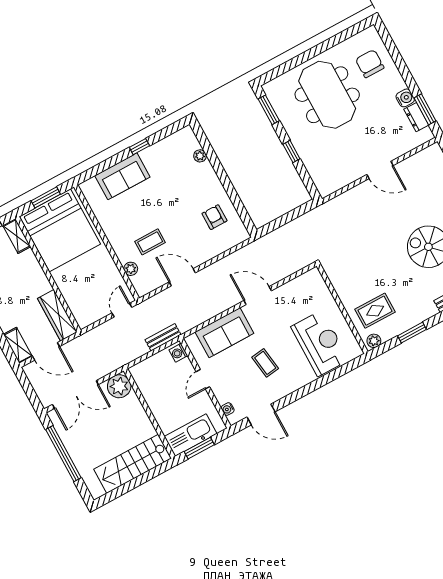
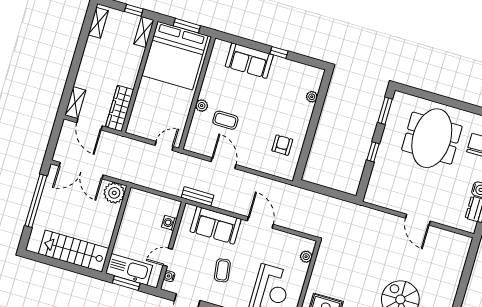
plant: (131, 269) -> (202, 106), moved
plant: (320, 287) -> (306, 257), added
bench: (163, 337) -> (197, 196), moved
washing machine: (178, 353) -> (169, 223), moved
door: (203, 379) -> (168, 257), moved

